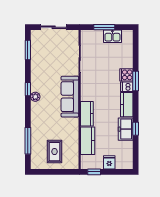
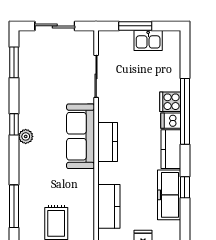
window: (136, 81) -> (185, 111), width x2.11
kitchen counter: (87, 114) -> (108, 142), moved
freezer: (126, 129) -> (169, 195), width x1.40

